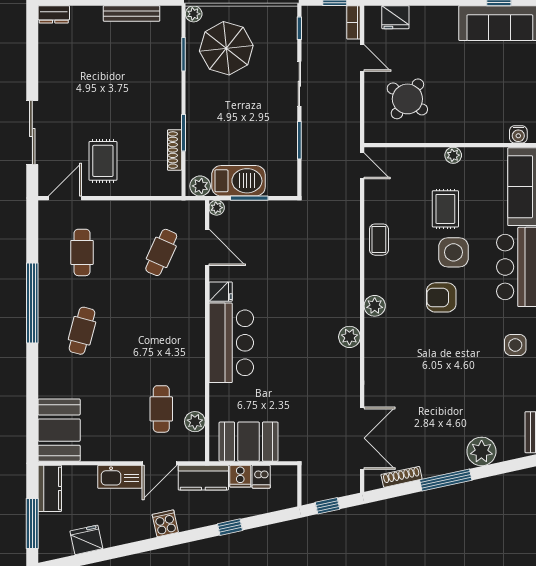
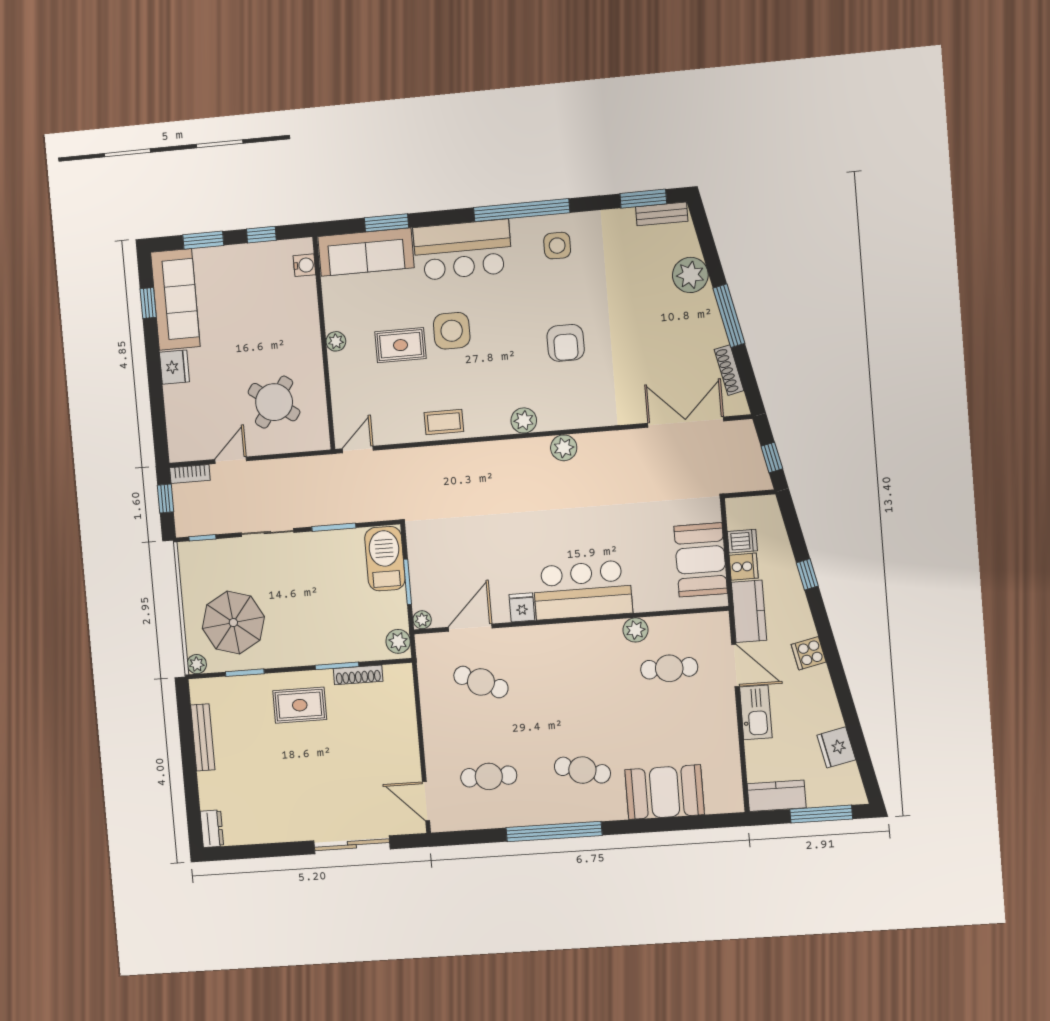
fridge: (395, 17) -> (174, 367), moved
rug: (103, 161) -> (300, 705), moved
barbecue: (238, 181) -> (385, 559), moved
armchair: (441, 297) -> (566, 343), moved
plant: (195, 422) -> (636, 630), moved
booth: (59, 430) -> (665, 792), moved

